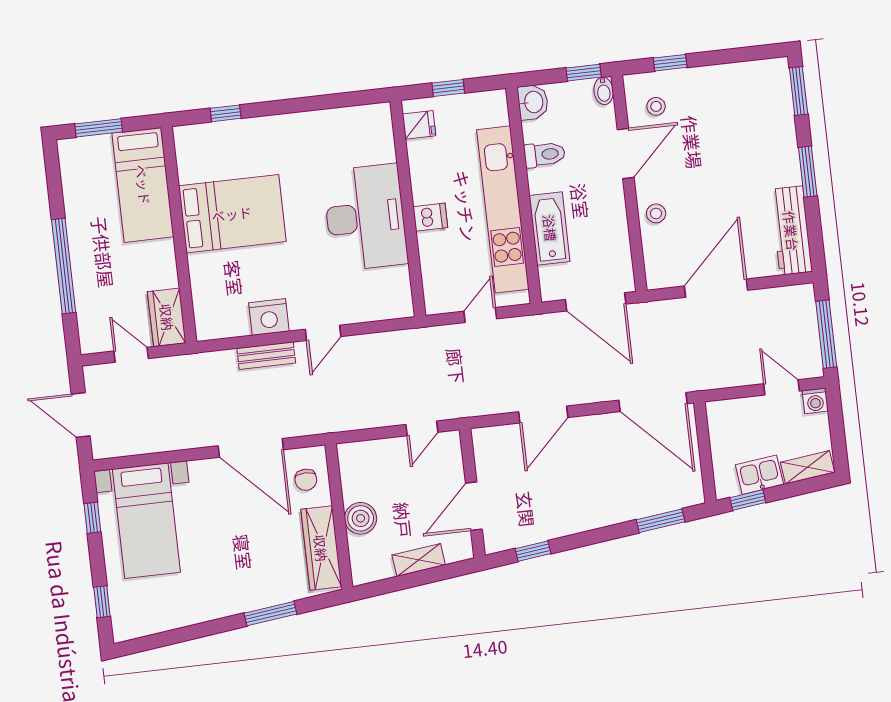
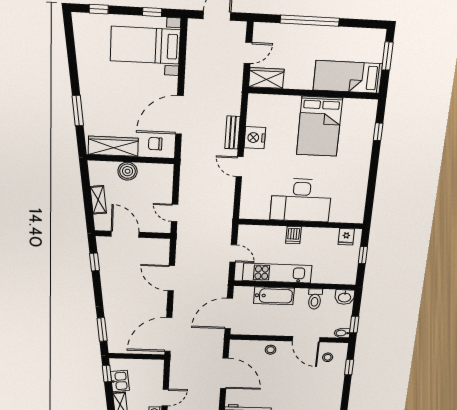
kitchen unit: (503, 209) -> (277, 273), width x0.73

